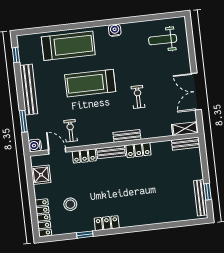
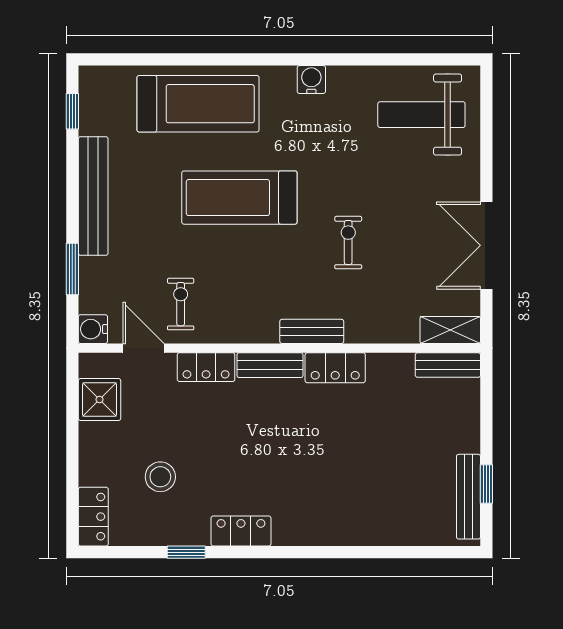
weight bench: (163, 40) -> (421, 115), width x1.36, depth x1.33
locker: (43, 218) -> (93, 517), width x0.66

